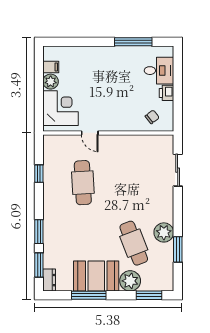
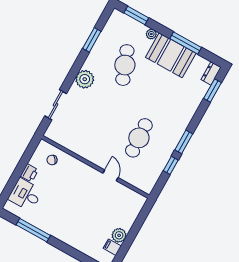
corner desk: (61, 108) -> (123, 209), removed
window: (39, 232) -> (184, 142), moved
plant: (164, 232) -> (85, 79), moved
plant: (130, 281) -> (151, 34), width x0.53, depth x0.53

